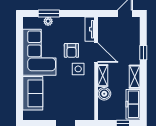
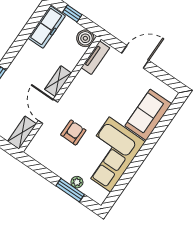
tv unit: (90, 29) -> (95, 58), moved
side table: (78, 69) -> (80, 107), removed
shelving: (135, 77) -> (22, 133), moved
boiler: (104, 94) -> (85, 38), moved

